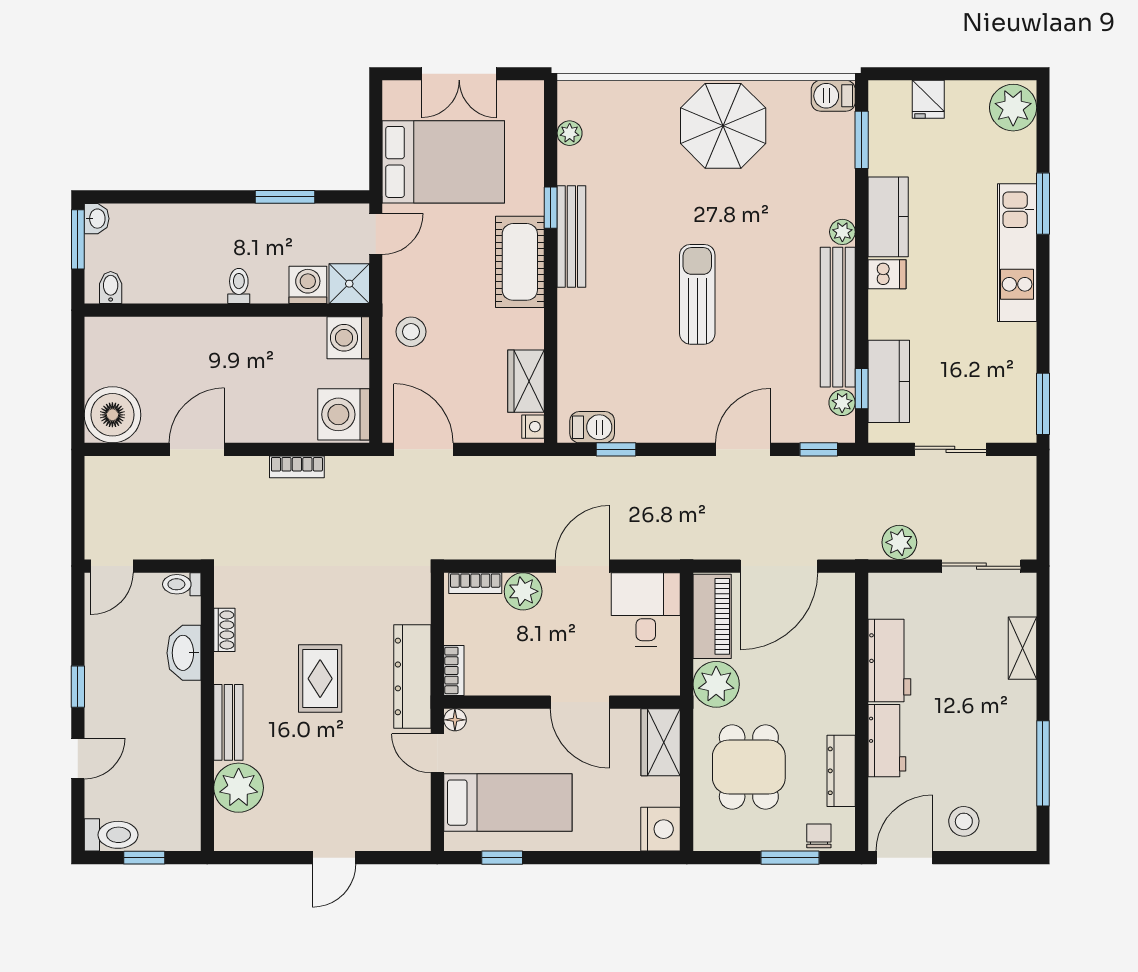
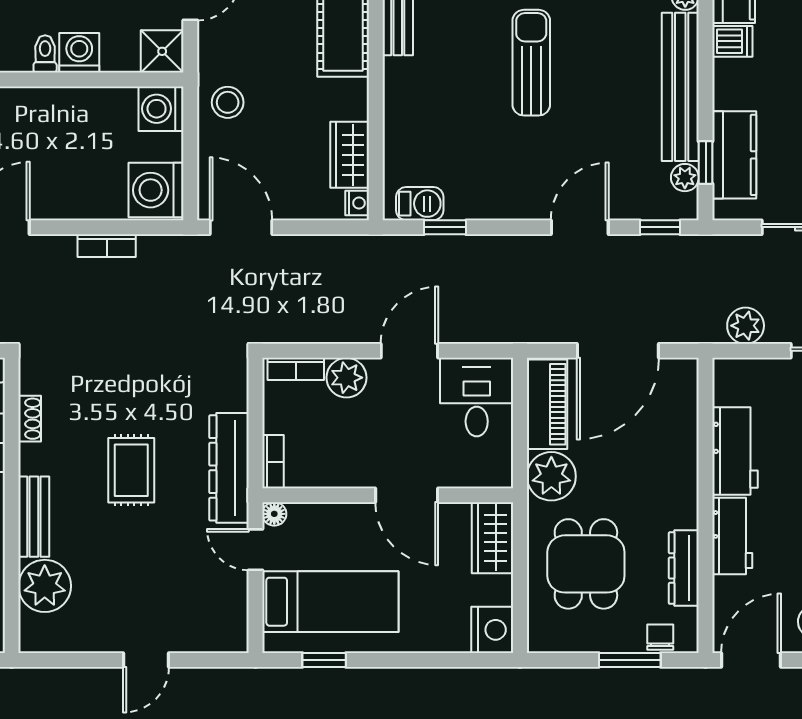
washing machine: (308, 285) -> (79, 53), moved

